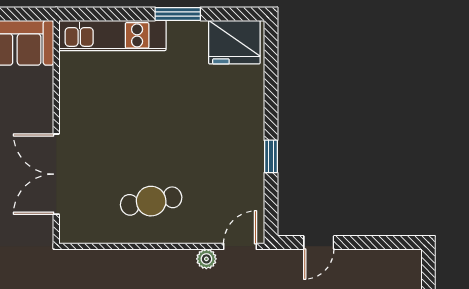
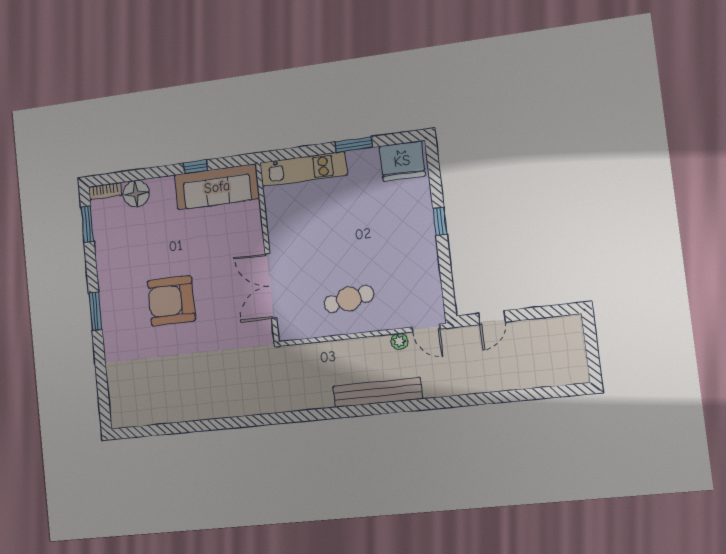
window: (271, 156) -> (440, 221), moved
door: (240, 246) -> (426, 328), swing flipped

